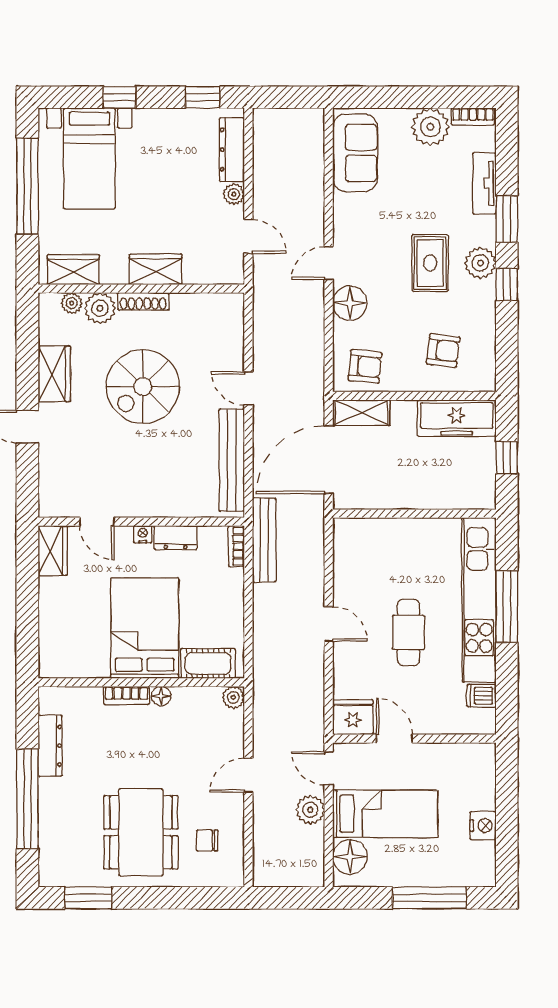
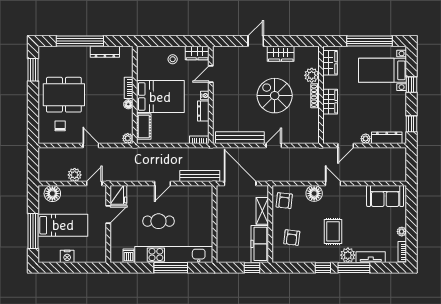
plant: (430, 127) -> (402, 232), width x0.53, depth x0.53
window: (507, 219) -> (354, 268), width x1.44
rug: (430, 263) -> (333, 231), turned 90
plant: (480, 263) -> (348, 255), moved
plant: (72, 303) -> (314, 62), removed
shelving: (361, 413) -> (262, 211), moved
window: (507, 457) -> (252, 268), moved
bench: (264, 540) -> (200, 176), moved
stool: (66, 602) -> (173, 59), added
bed: (385, 814) -> (63, 225), moved, turned -90

